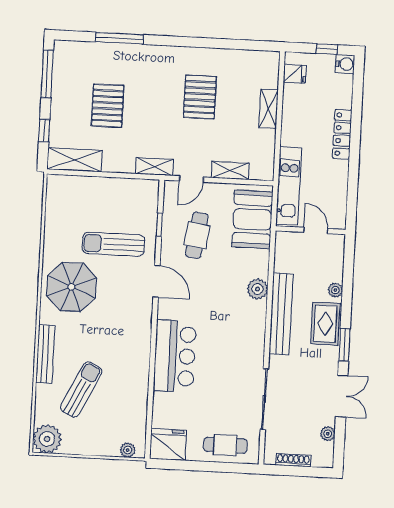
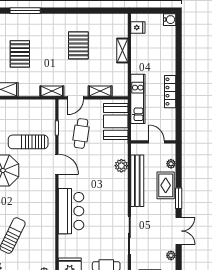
window: (327, 49) -> (158, 11), removed
locker: (342, 134) -> (170, 92), moved
wall: (311, 230) -> (153, 142), moved
door: (316, 230) -> (157, 142), moved

